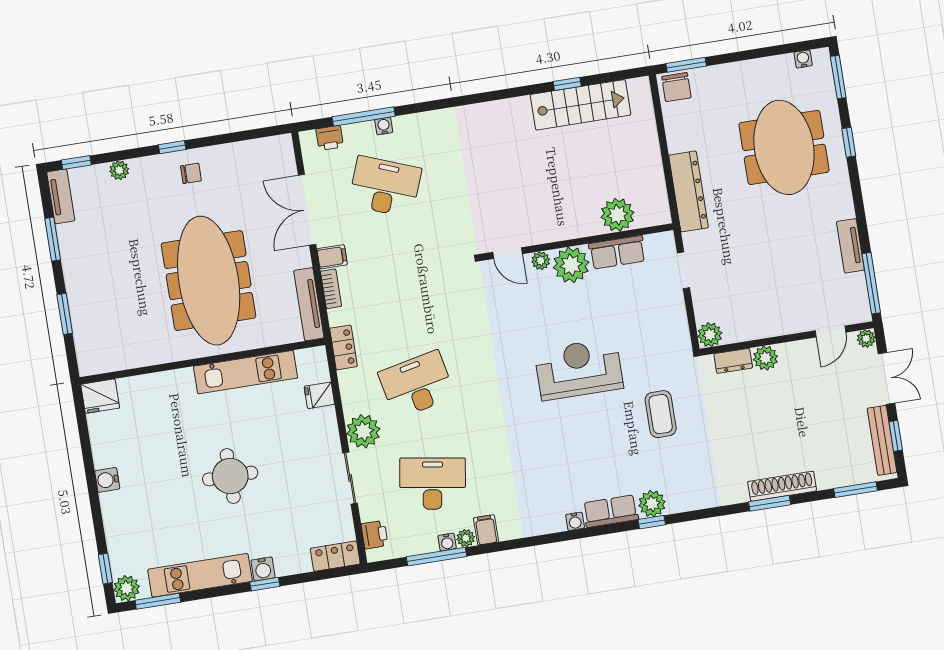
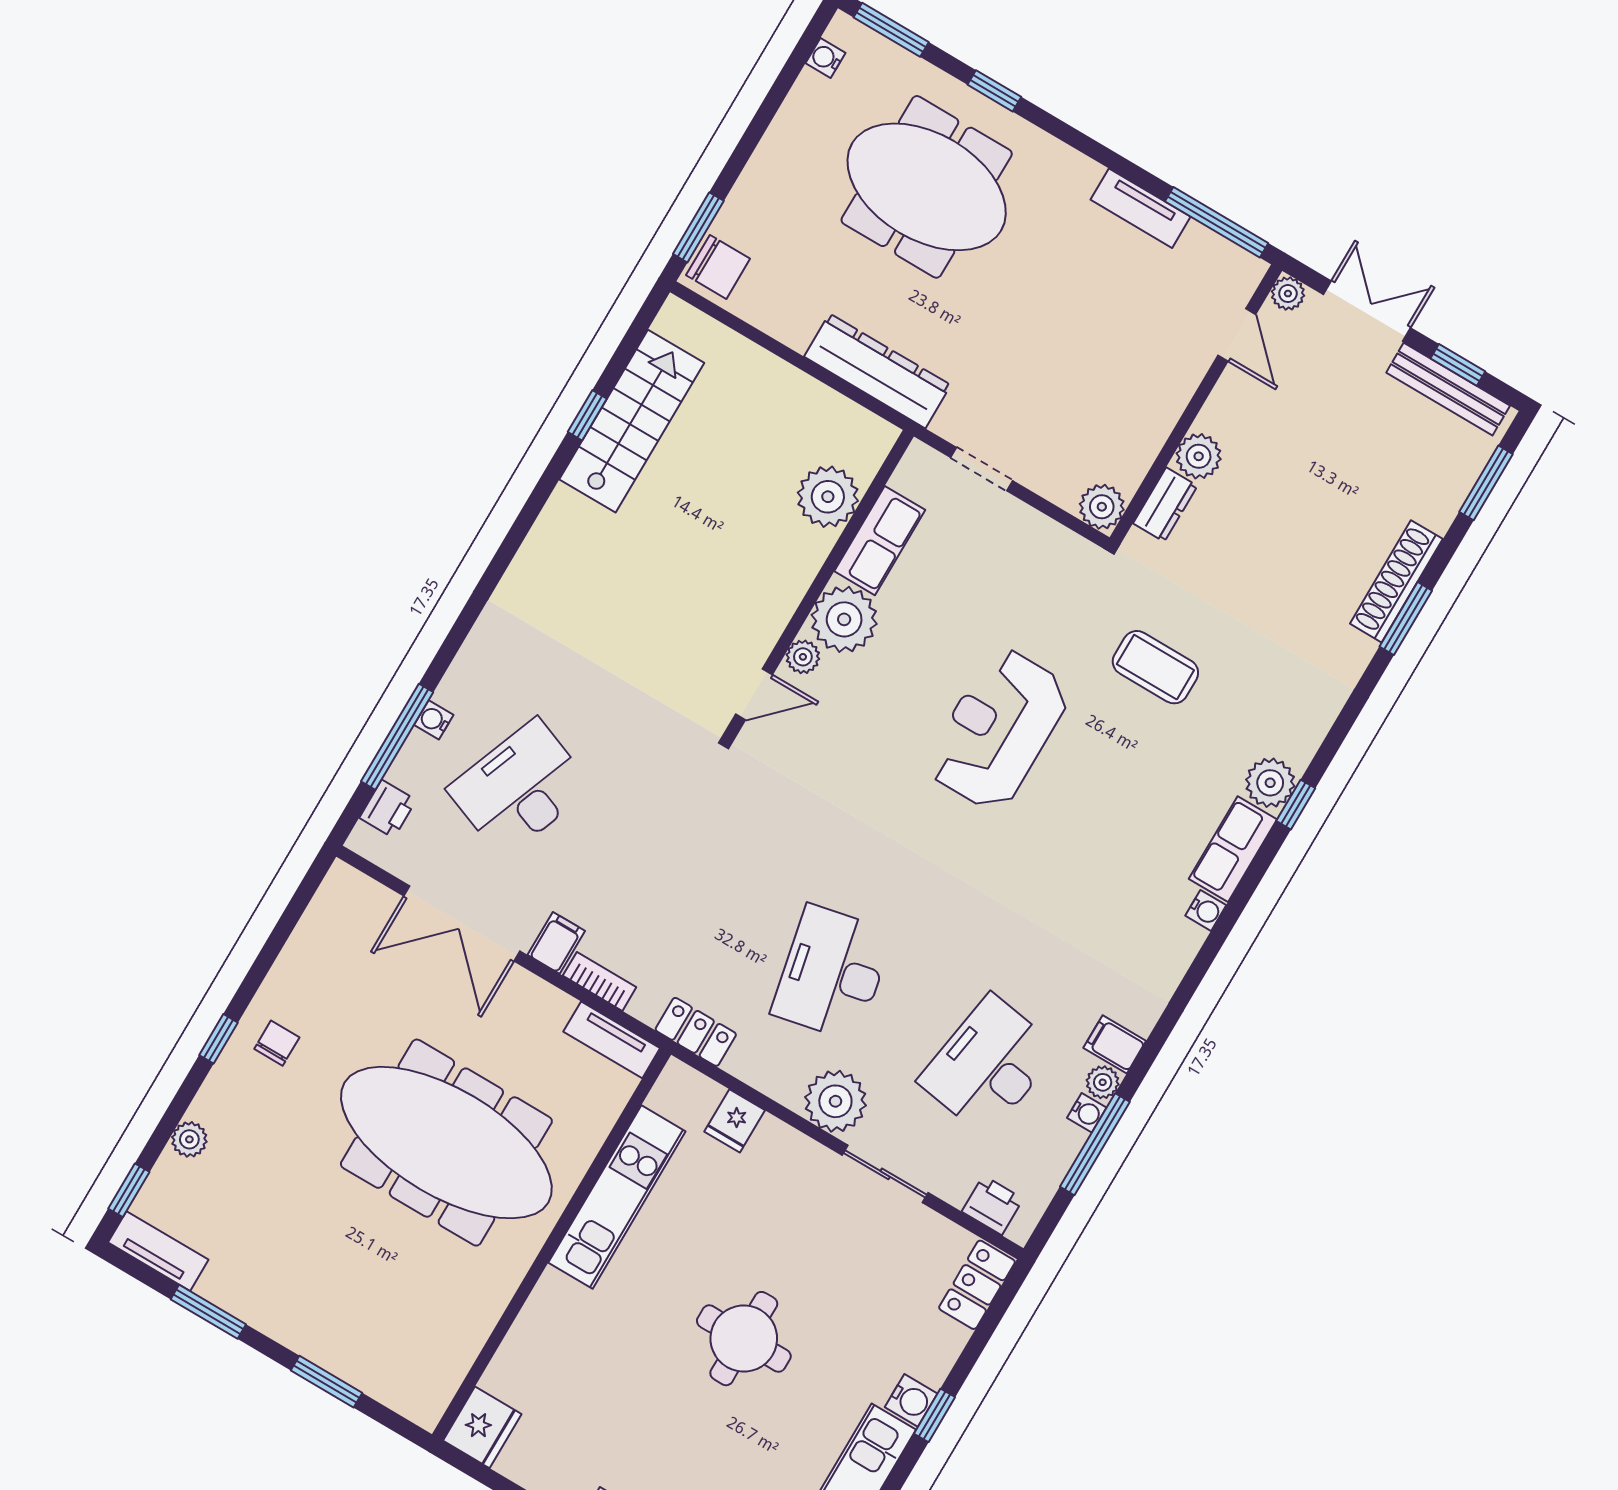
tv unit: (309, 304) -> (612, 1040), width x0.71

